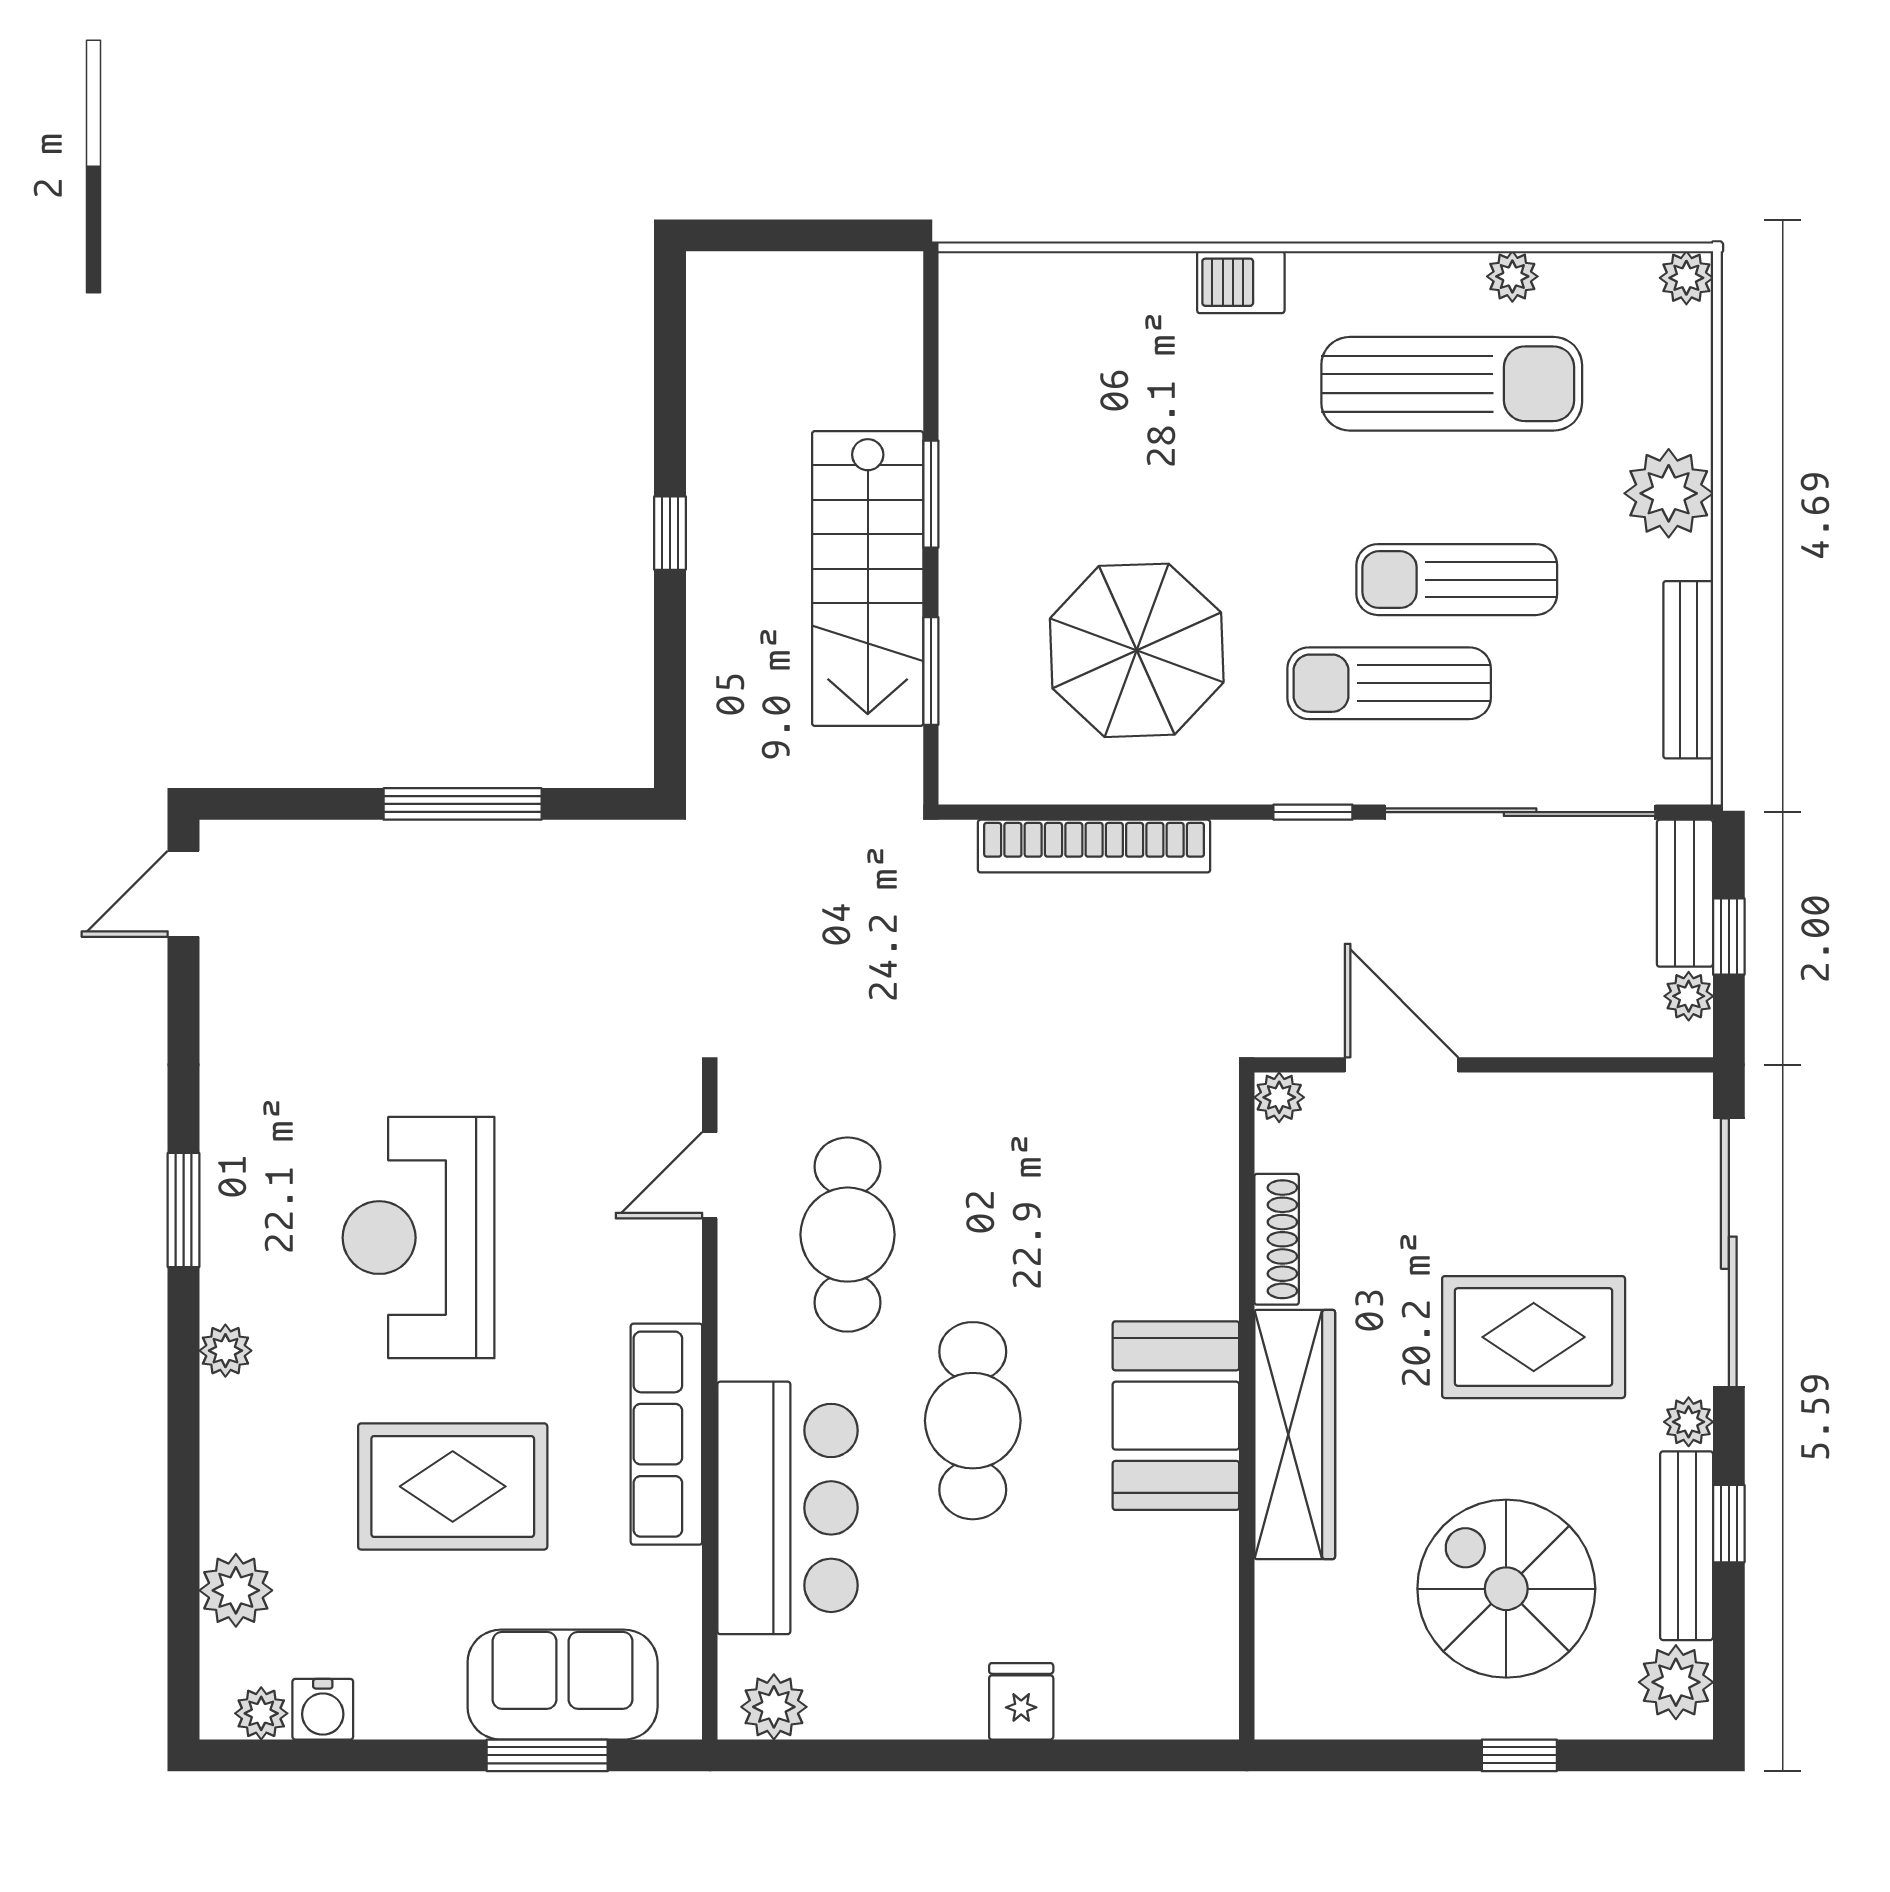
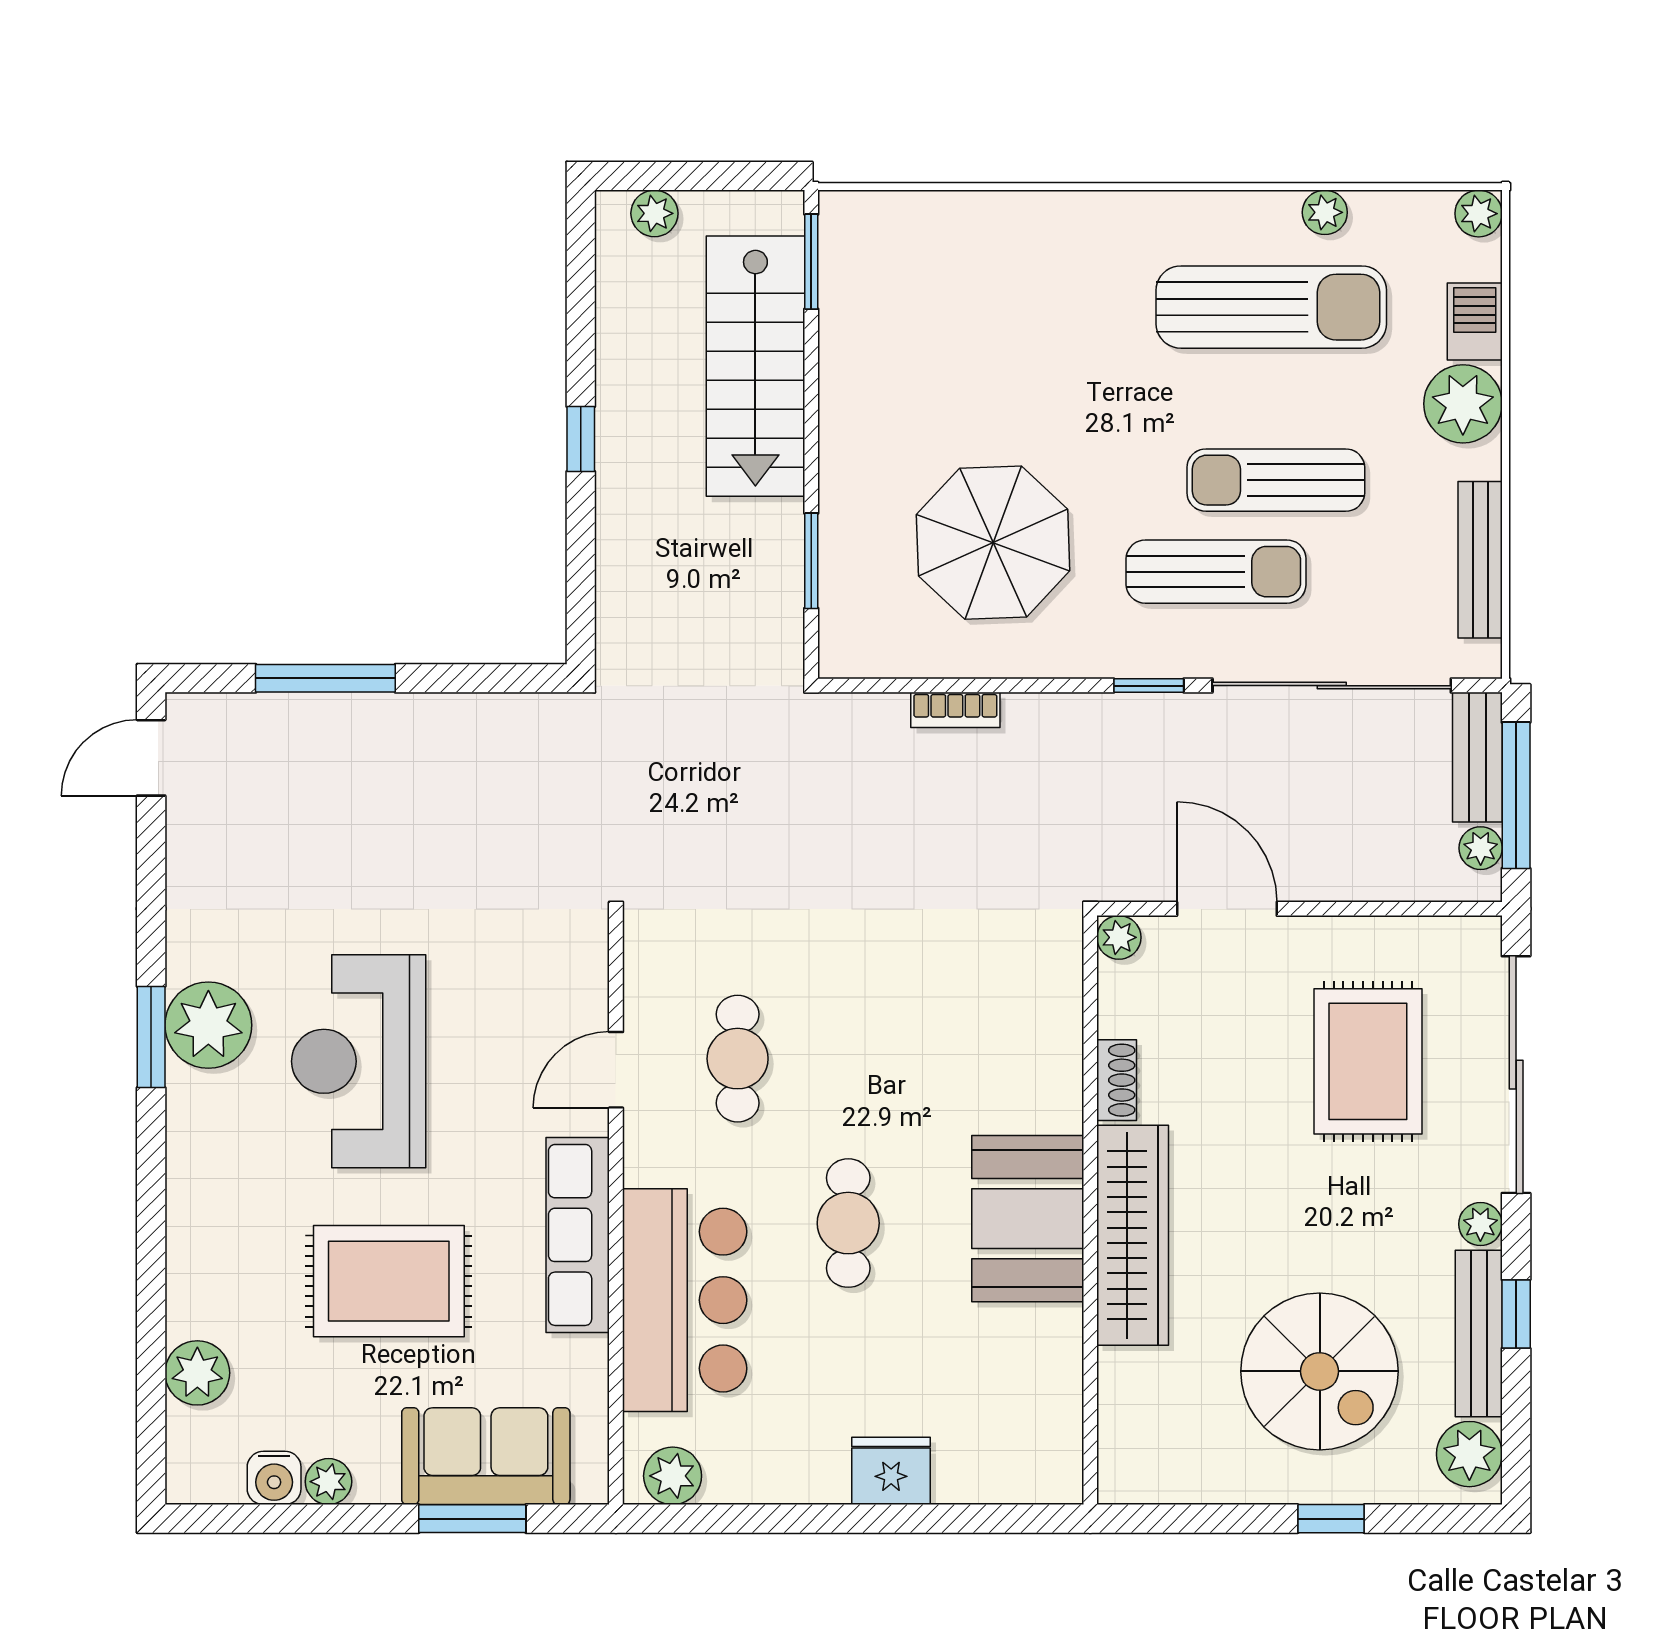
plant: (753, 278) -> (654, 213), added
barbecue: (1241, 282) -> (1475, 322), moved, turned 90
window: (931, 494) -> (811, 262), moved
stairs: (868, 579) -> (755, 366), moved
sun lounger: (1389, 683) -> (1216, 572), turned 180
window: (463, 804) -> (325, 678), moved
bookcase: (1094, 846) -> (955, 710), width x0.43, depth x0.76
window: (1729, 937) -> (1516, 795), width x2.17
door: (710, 1175) -> (616, 1070), moved
cafe table: (848, 1235) -> (738, 1059), width x0.73, depth x0.74
shoe rack: (1277, 1239) -> (1117, 1080), width x0.70
rug: (1534, 1337) -> (1368, 1061), moved, turned 90
plant: (225, 1351) -> (208, 1025), moved, width x1.88, depth x1.88
cafe table: (973, 1421) -> (848, 1223), width x0.73, depth x0.74
spiral stairs: (1506, 1589) -> (1320, 1371), turned 180
fridge: (1021, 1701) -> (891, 1471), width x1.38
plant: (261, 1713) -> (328, 1482), moved

